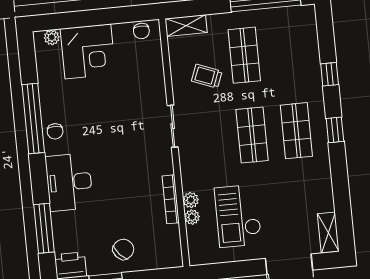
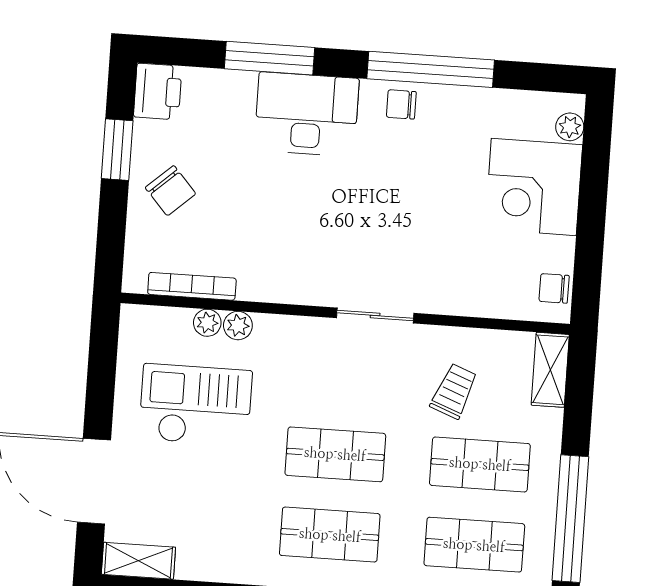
shop shelf: (289, 51) -> (474, 545), added
bookcase: (171, 199) -> (192, 286), moved
window: (44, 228) -> (269, 58), moved

